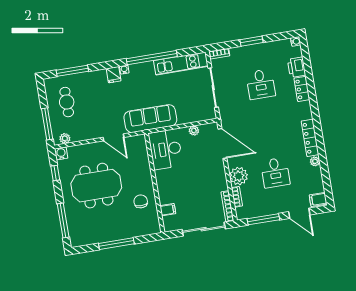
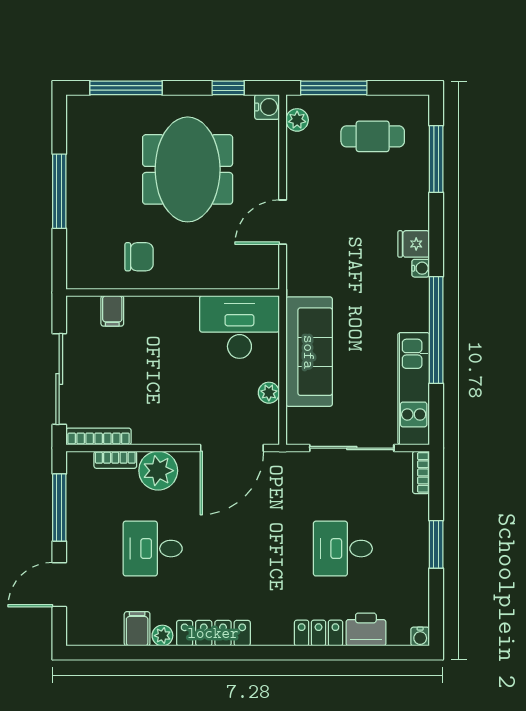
sofa: (150, 119) -> (309, 352), moved
filing cabinet: (318, 199) -> (137, 629), moved

